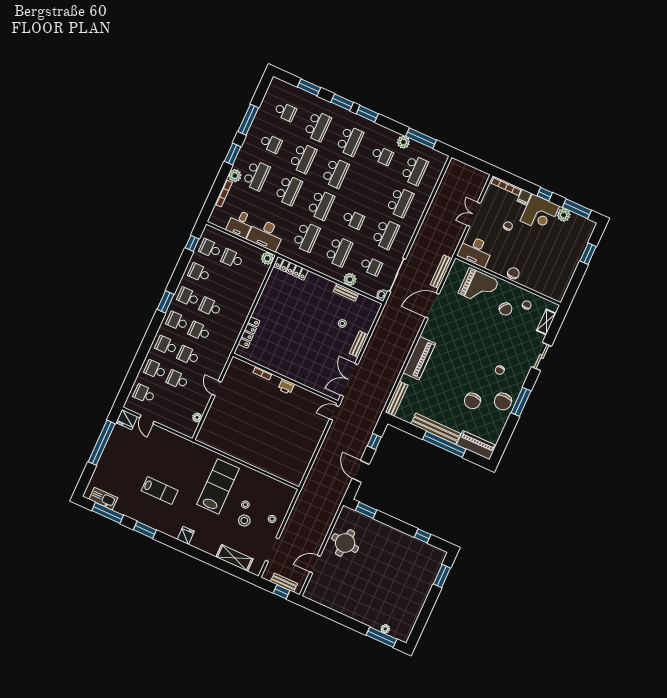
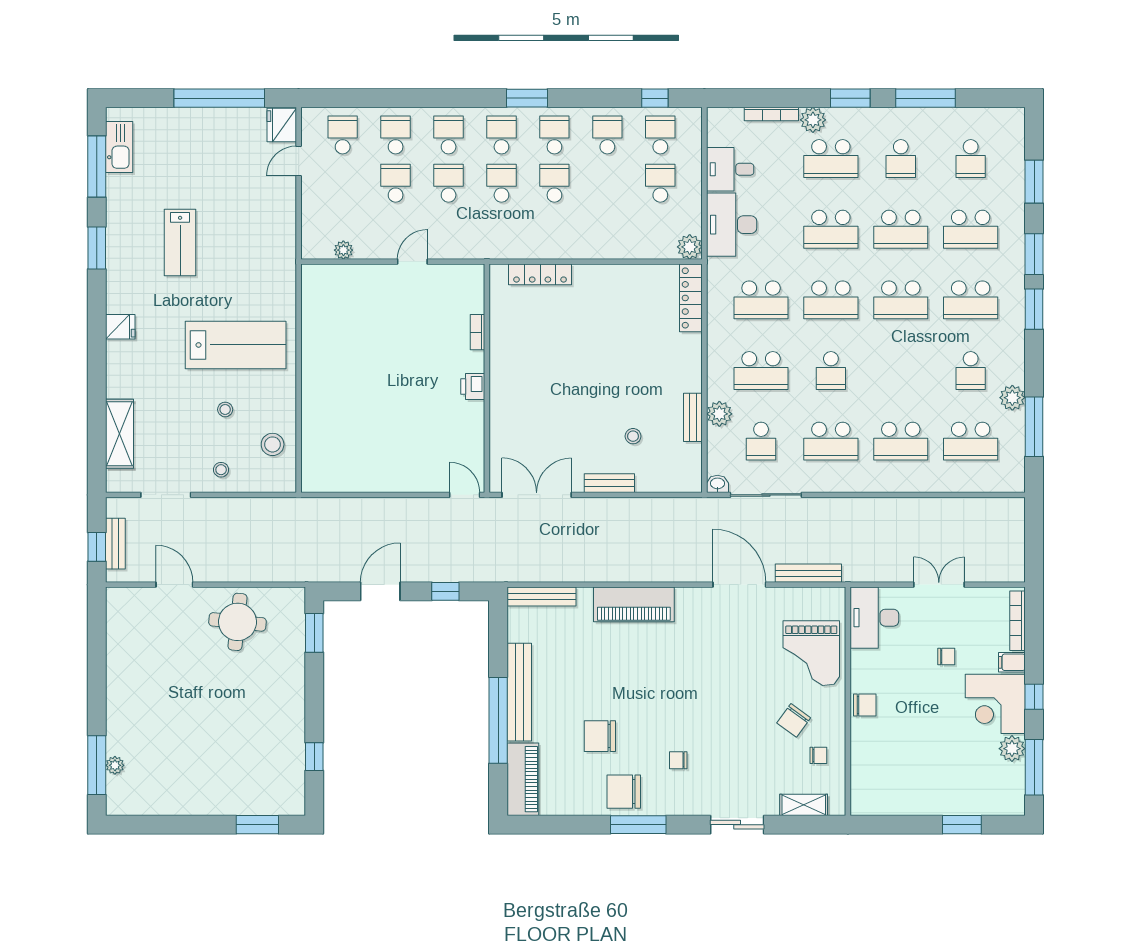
stool: (244, 521) -> (273, 444), moved

